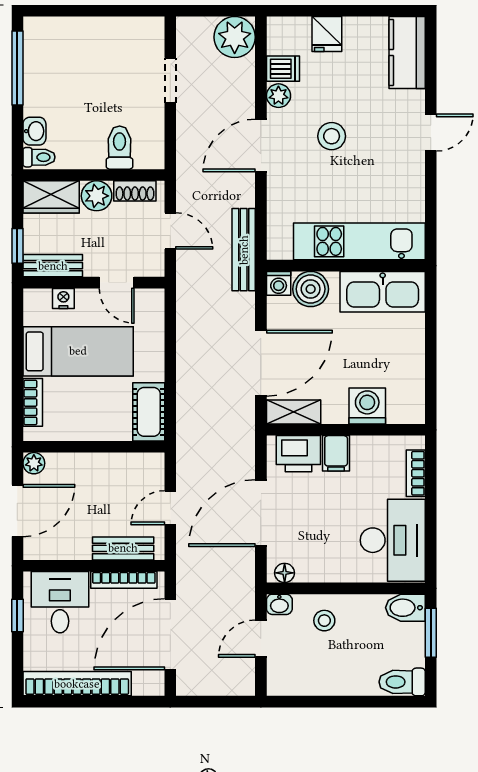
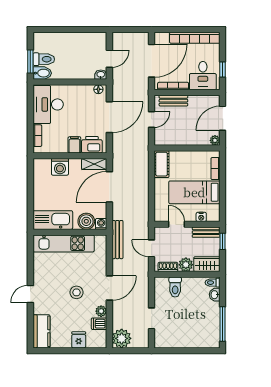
stool: (324, 621) -> (80, 67), removed
toilet: (402, 682) -> (44, 59), moved

